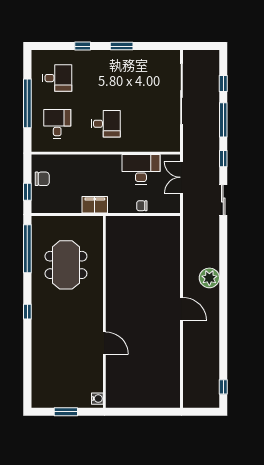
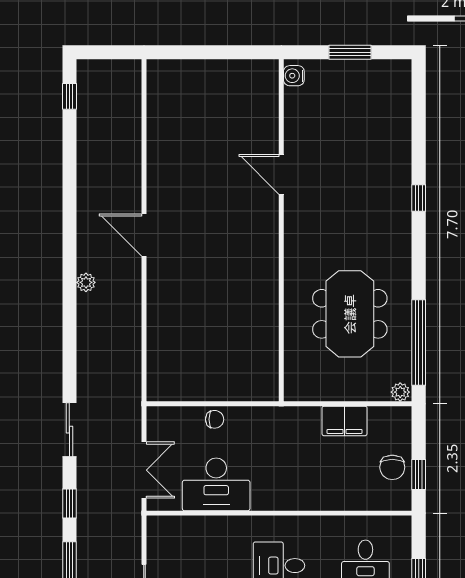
chair: (42, 179) -> (392, 467), turned -90
window: (27, 192) -> (419, 475), moved
filing cabinet: (95, 205) -> (345, 421), moved
plant: (38, 221) -> (400, 392), added
plant: (209, 278) -> (86, 282), width x0.53, depth x0.53
window: (27, 312) -> (419, 198), moved

